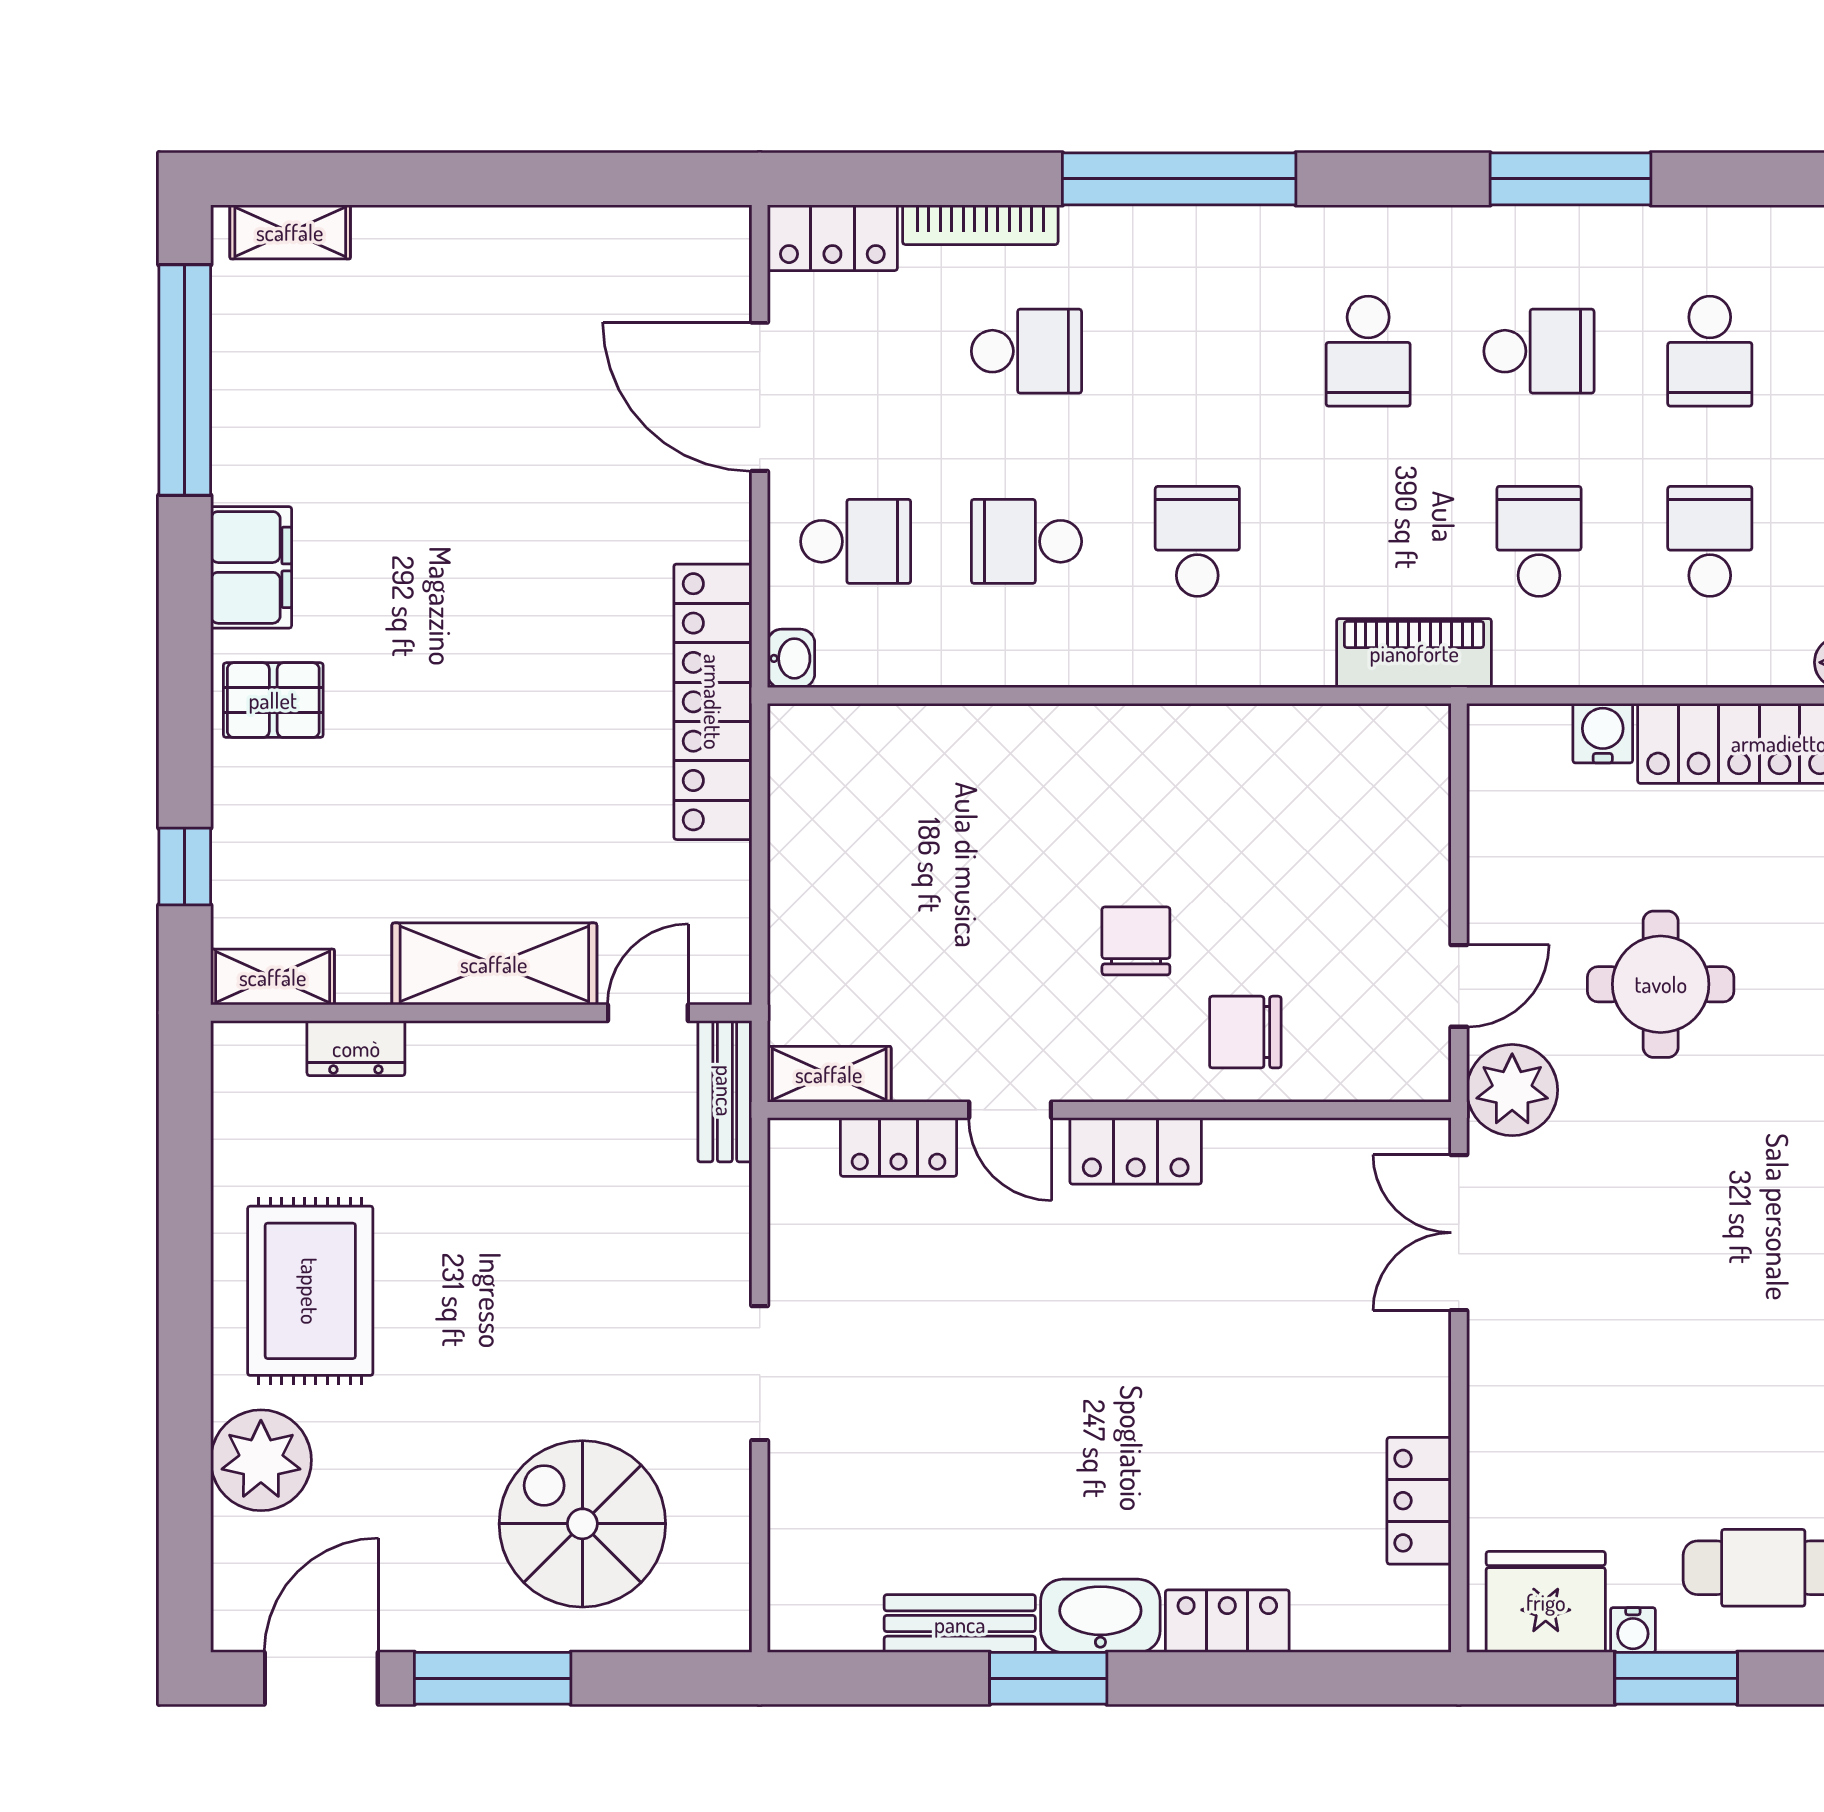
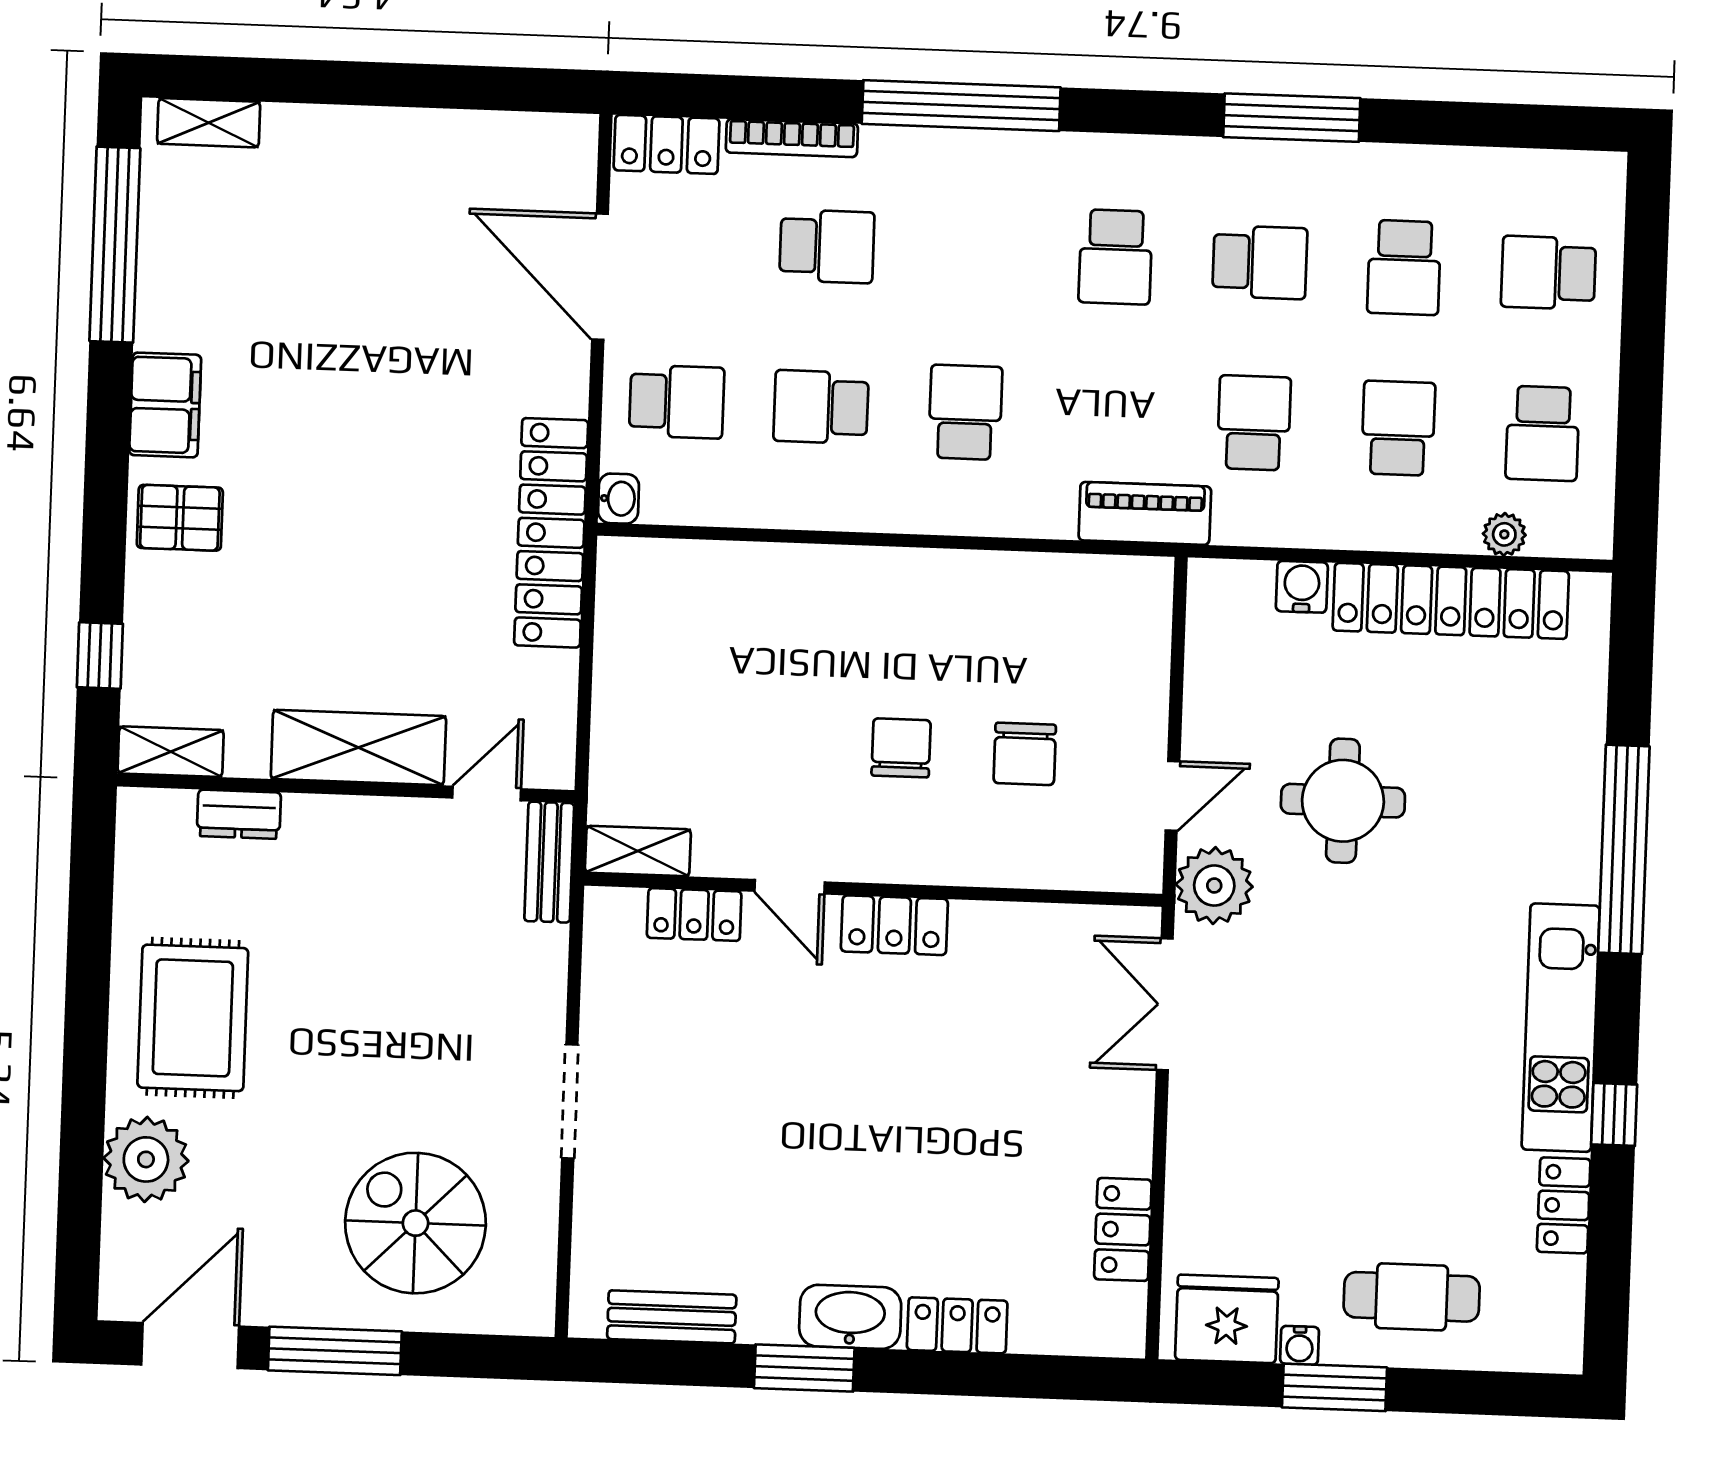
chair: (1245, 1032) -> (1025, 754), moved, turned -90
bench: (960, 1624) -> (672, 1317), moved

